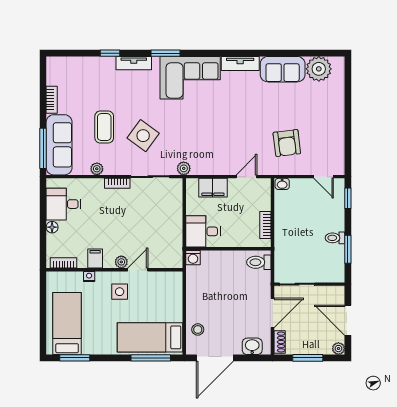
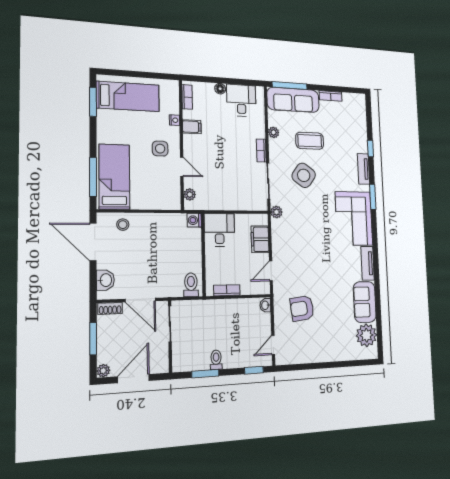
door: (246, 177) -> (271, 271), swing flipped
plant: (121, 262) -> (190, 194), moved

